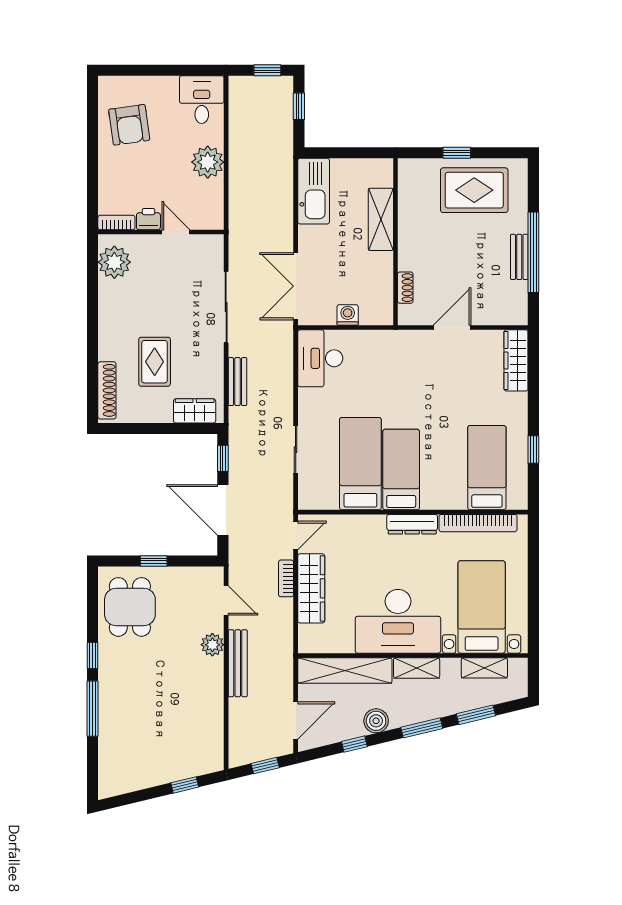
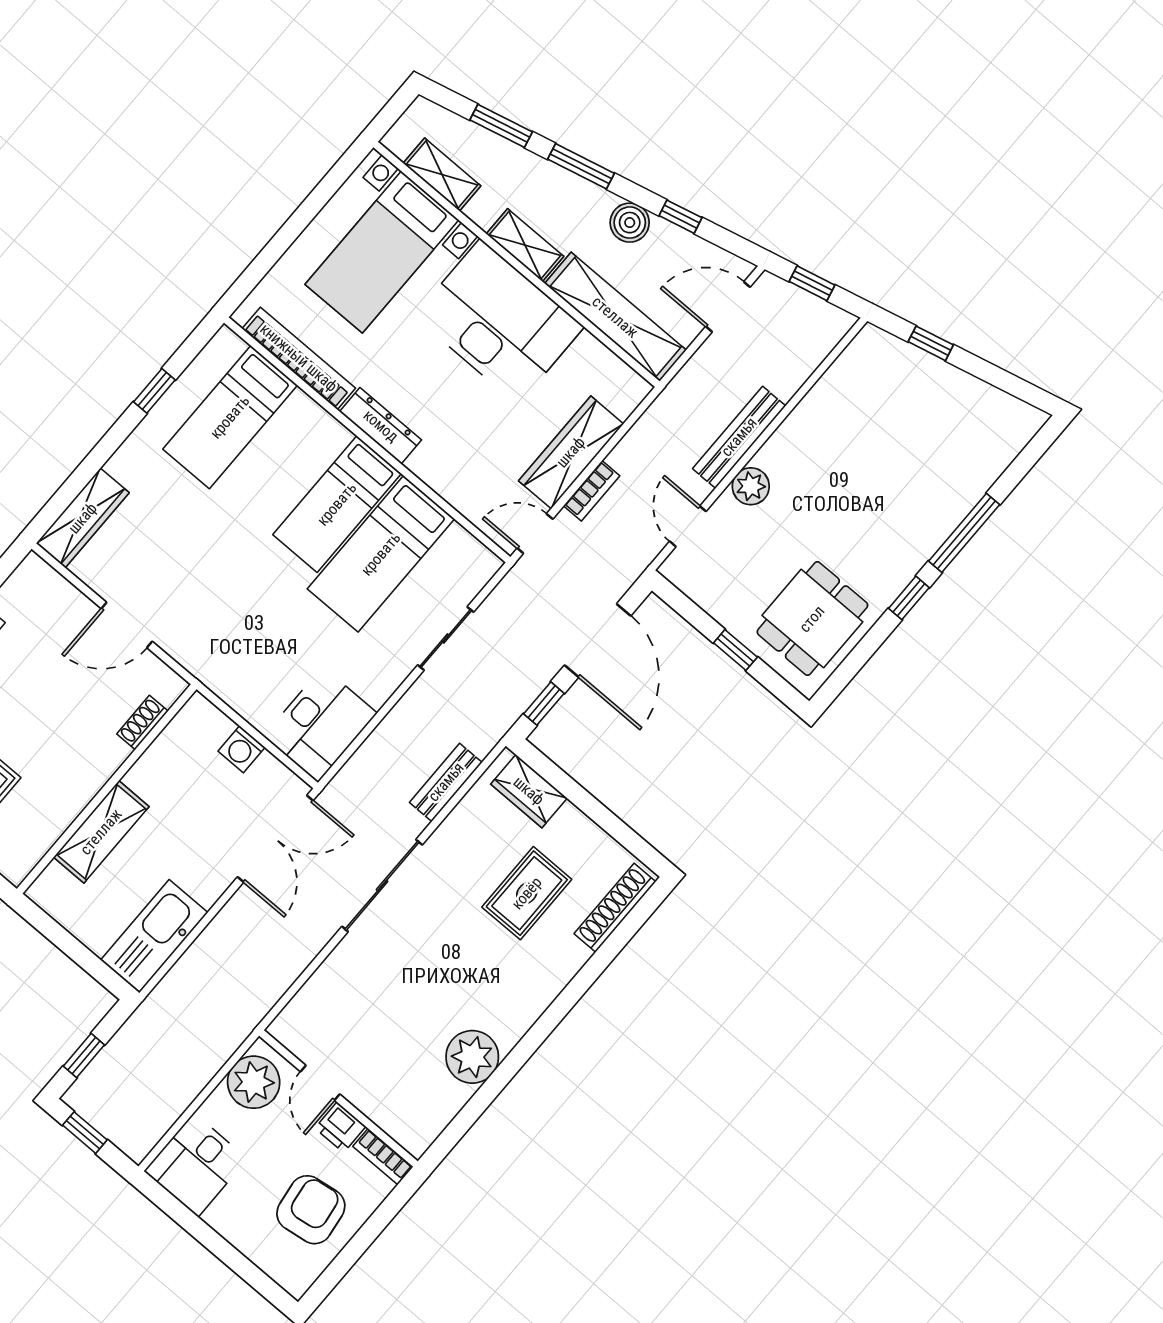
printer: (148, 219) -> (340, 1127), moved
bookcase: (116, 222) -> (383, 1157), moved
wall: (161, 232) -> (338, 1098), moved
door: (176, 232) -> (320, 1083), moved

